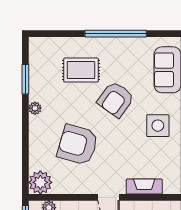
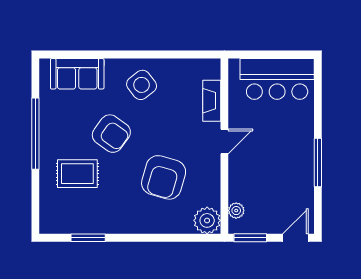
rug: (81, 70) -> (77, 174), turned 90
plant: (35, 108) -> (122, 227), removed
side table: (158, 126) -> (142, 85), turned -38

